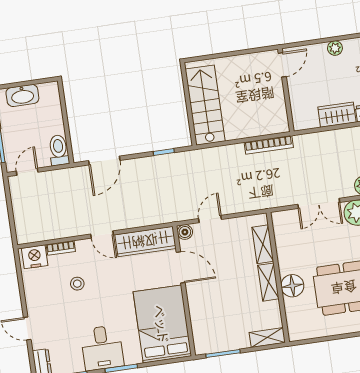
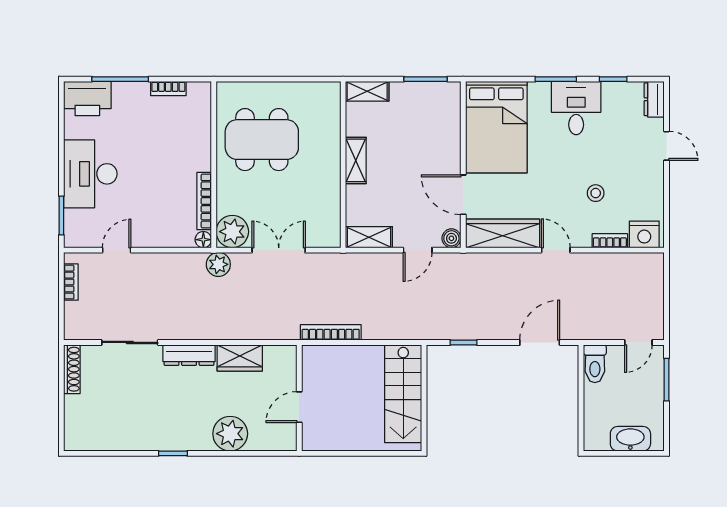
plant: (335, 48) -> (230, 434), width x1.87, depth x1.87
door: (282, 65) -> (299, 407), moved
shelving: (263, 244) -> (369, 237), moved, turned 90
floor lamp: (292, 286) -> (326, 152), removed

